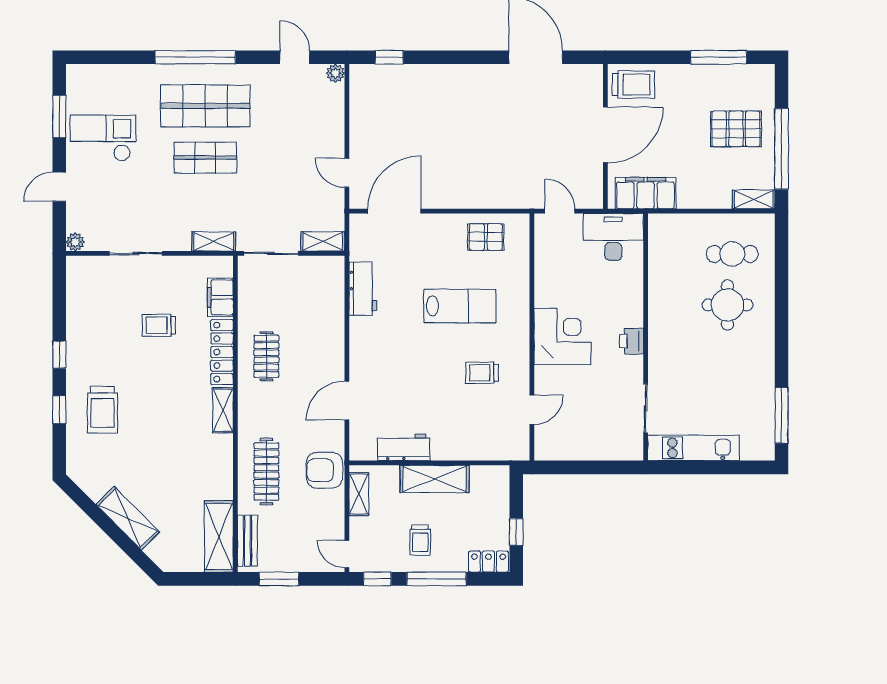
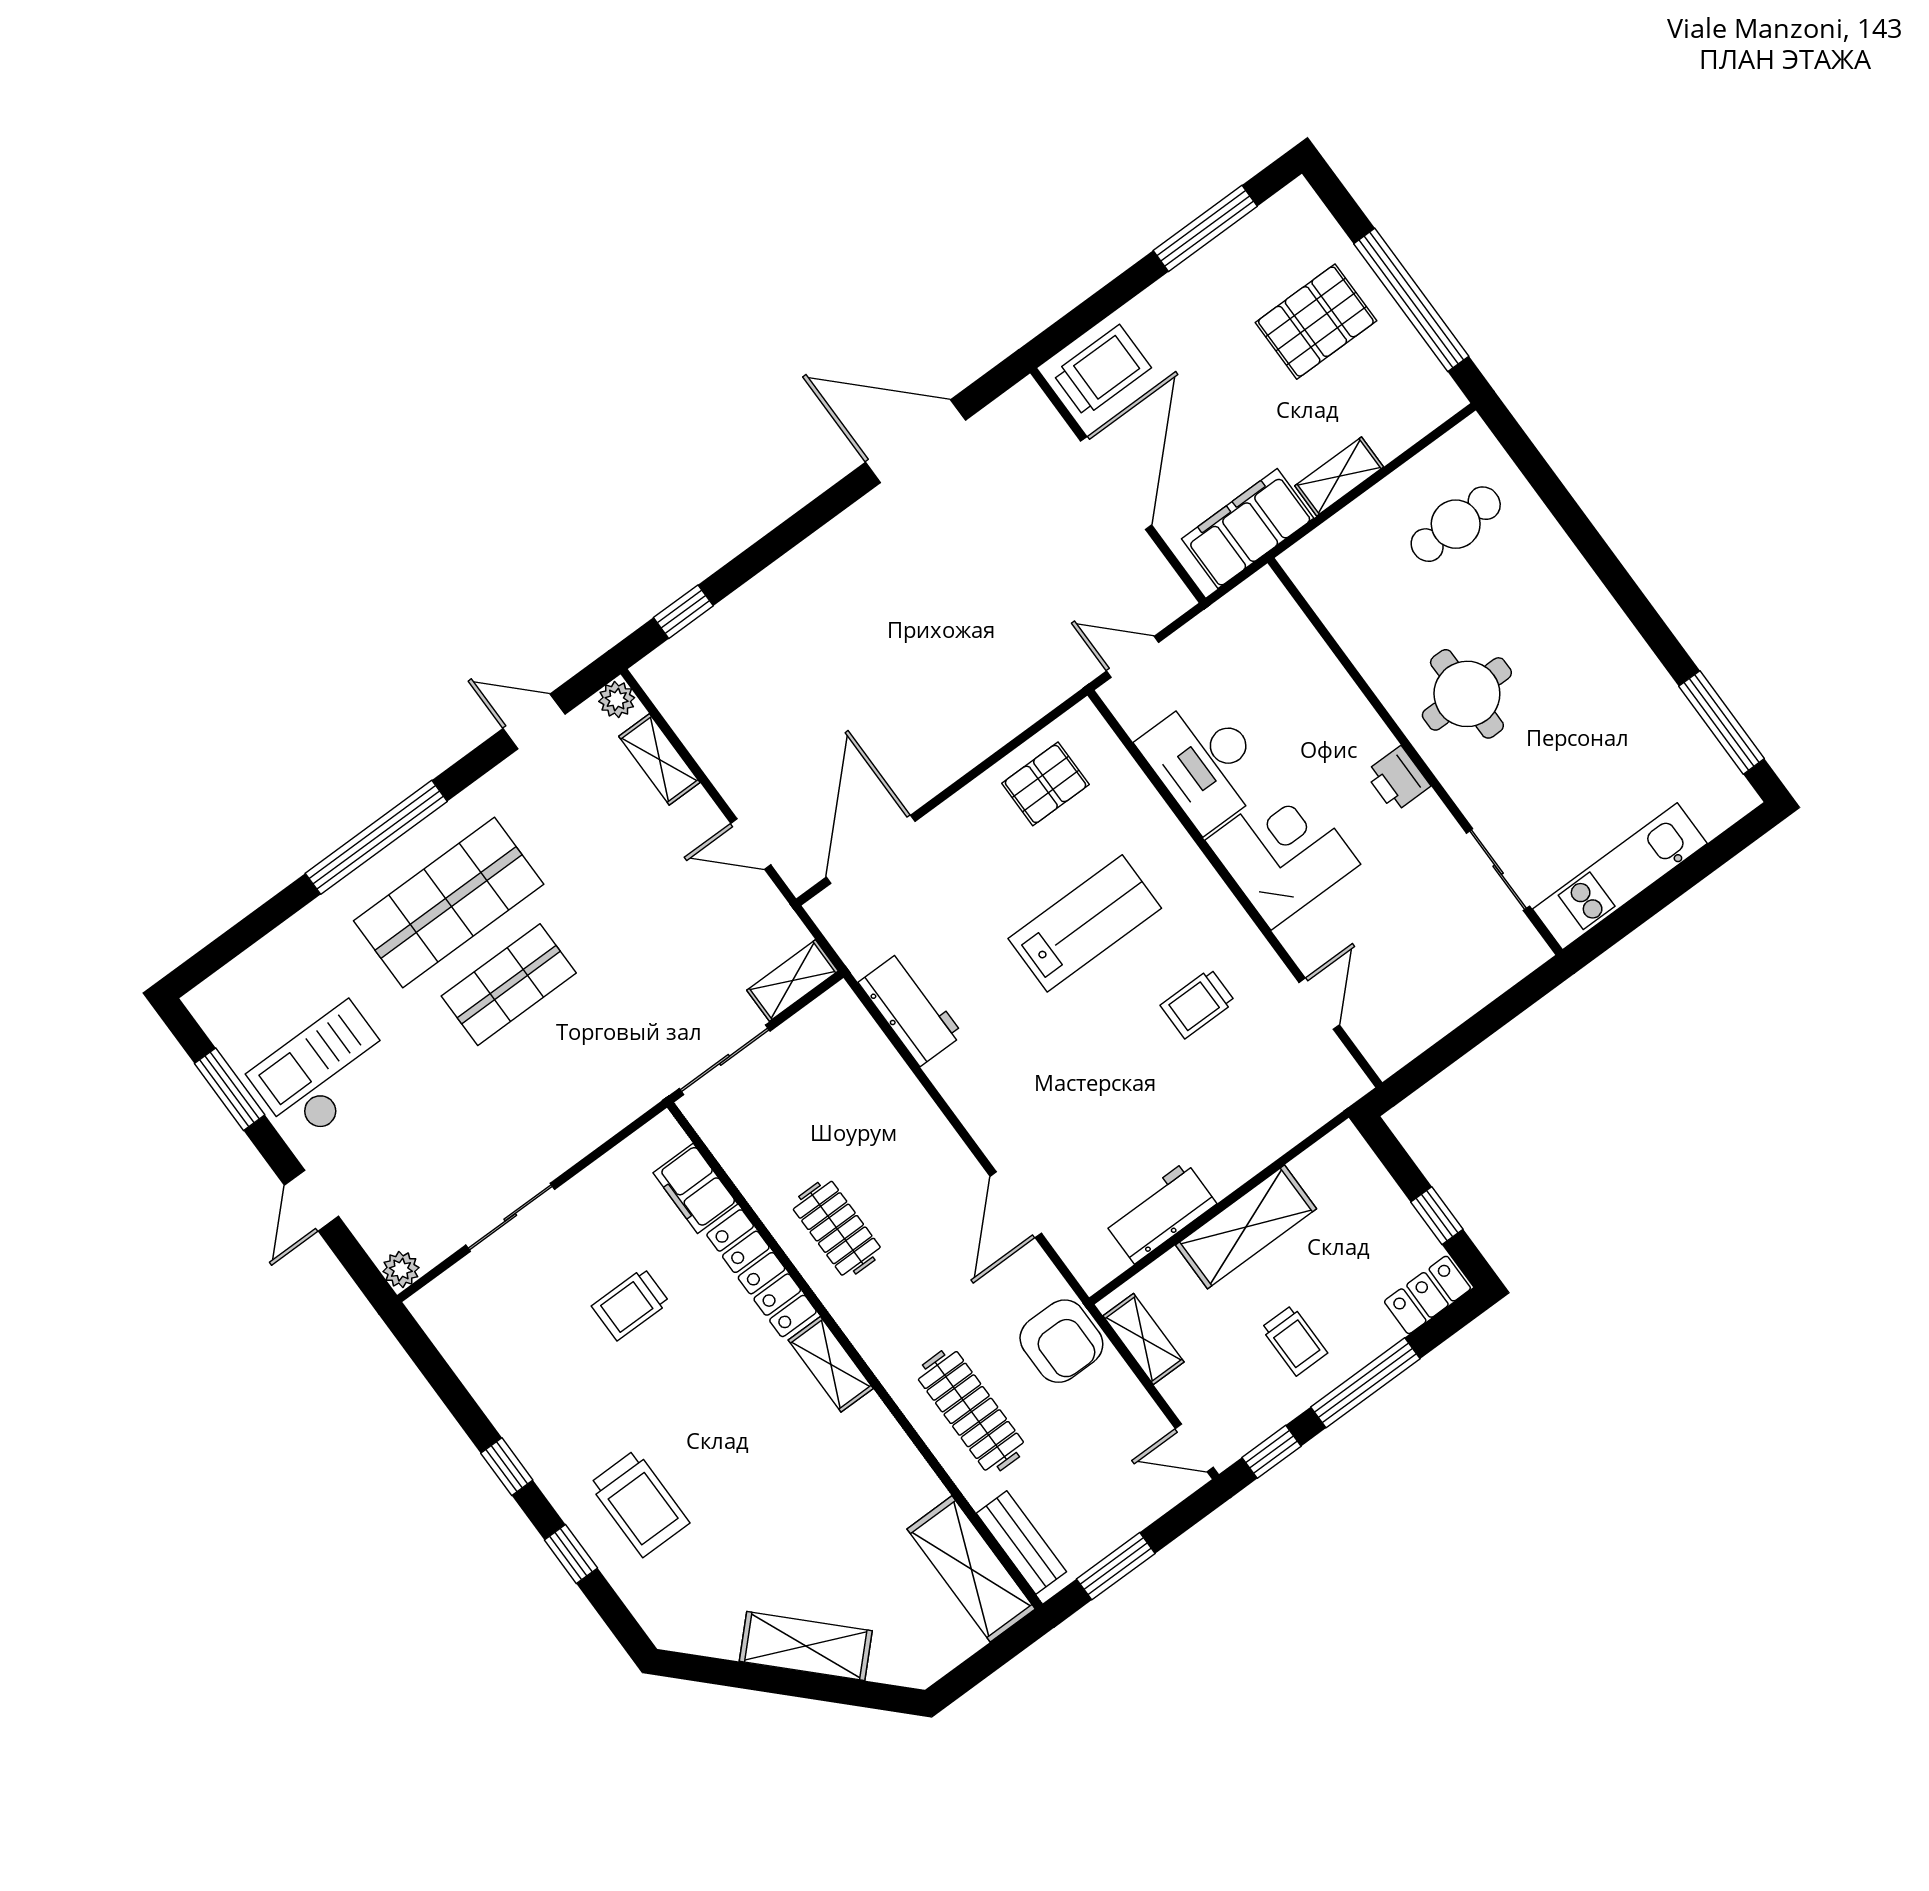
shelving: (754, 199) -> (1339, 476), moved
desk: (613, 237) -> (1205, 763), moved, turned -90
shelving: (214, 241) -> (659, 759), moved, turned 90
round table: (727, 305) -> (1467, 694), moved
armchair: (324, 470) -> (1061, 1341), turned -90

